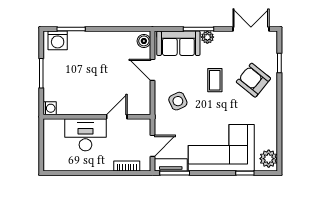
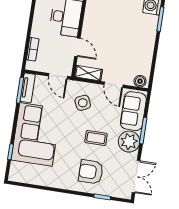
plant: (207, 37) -> (129, 142), width x1.87, depth x1.87
door: (152, 70) -> (114, 85), swing flipped
armchair: (253, 80) -> (91, 172), turned -129
shelving: (144, 100) -> (88, 73), added
door: (152, 146) -> (58, 76), moved
plant: (269, 159) -> (20, 174), removed

